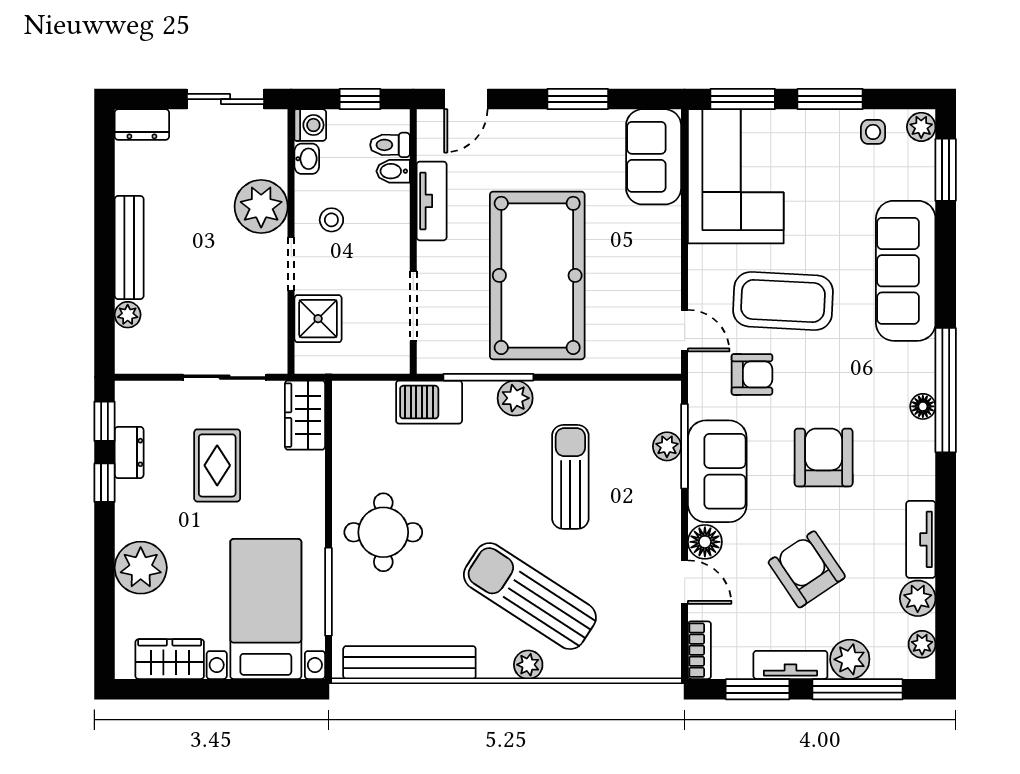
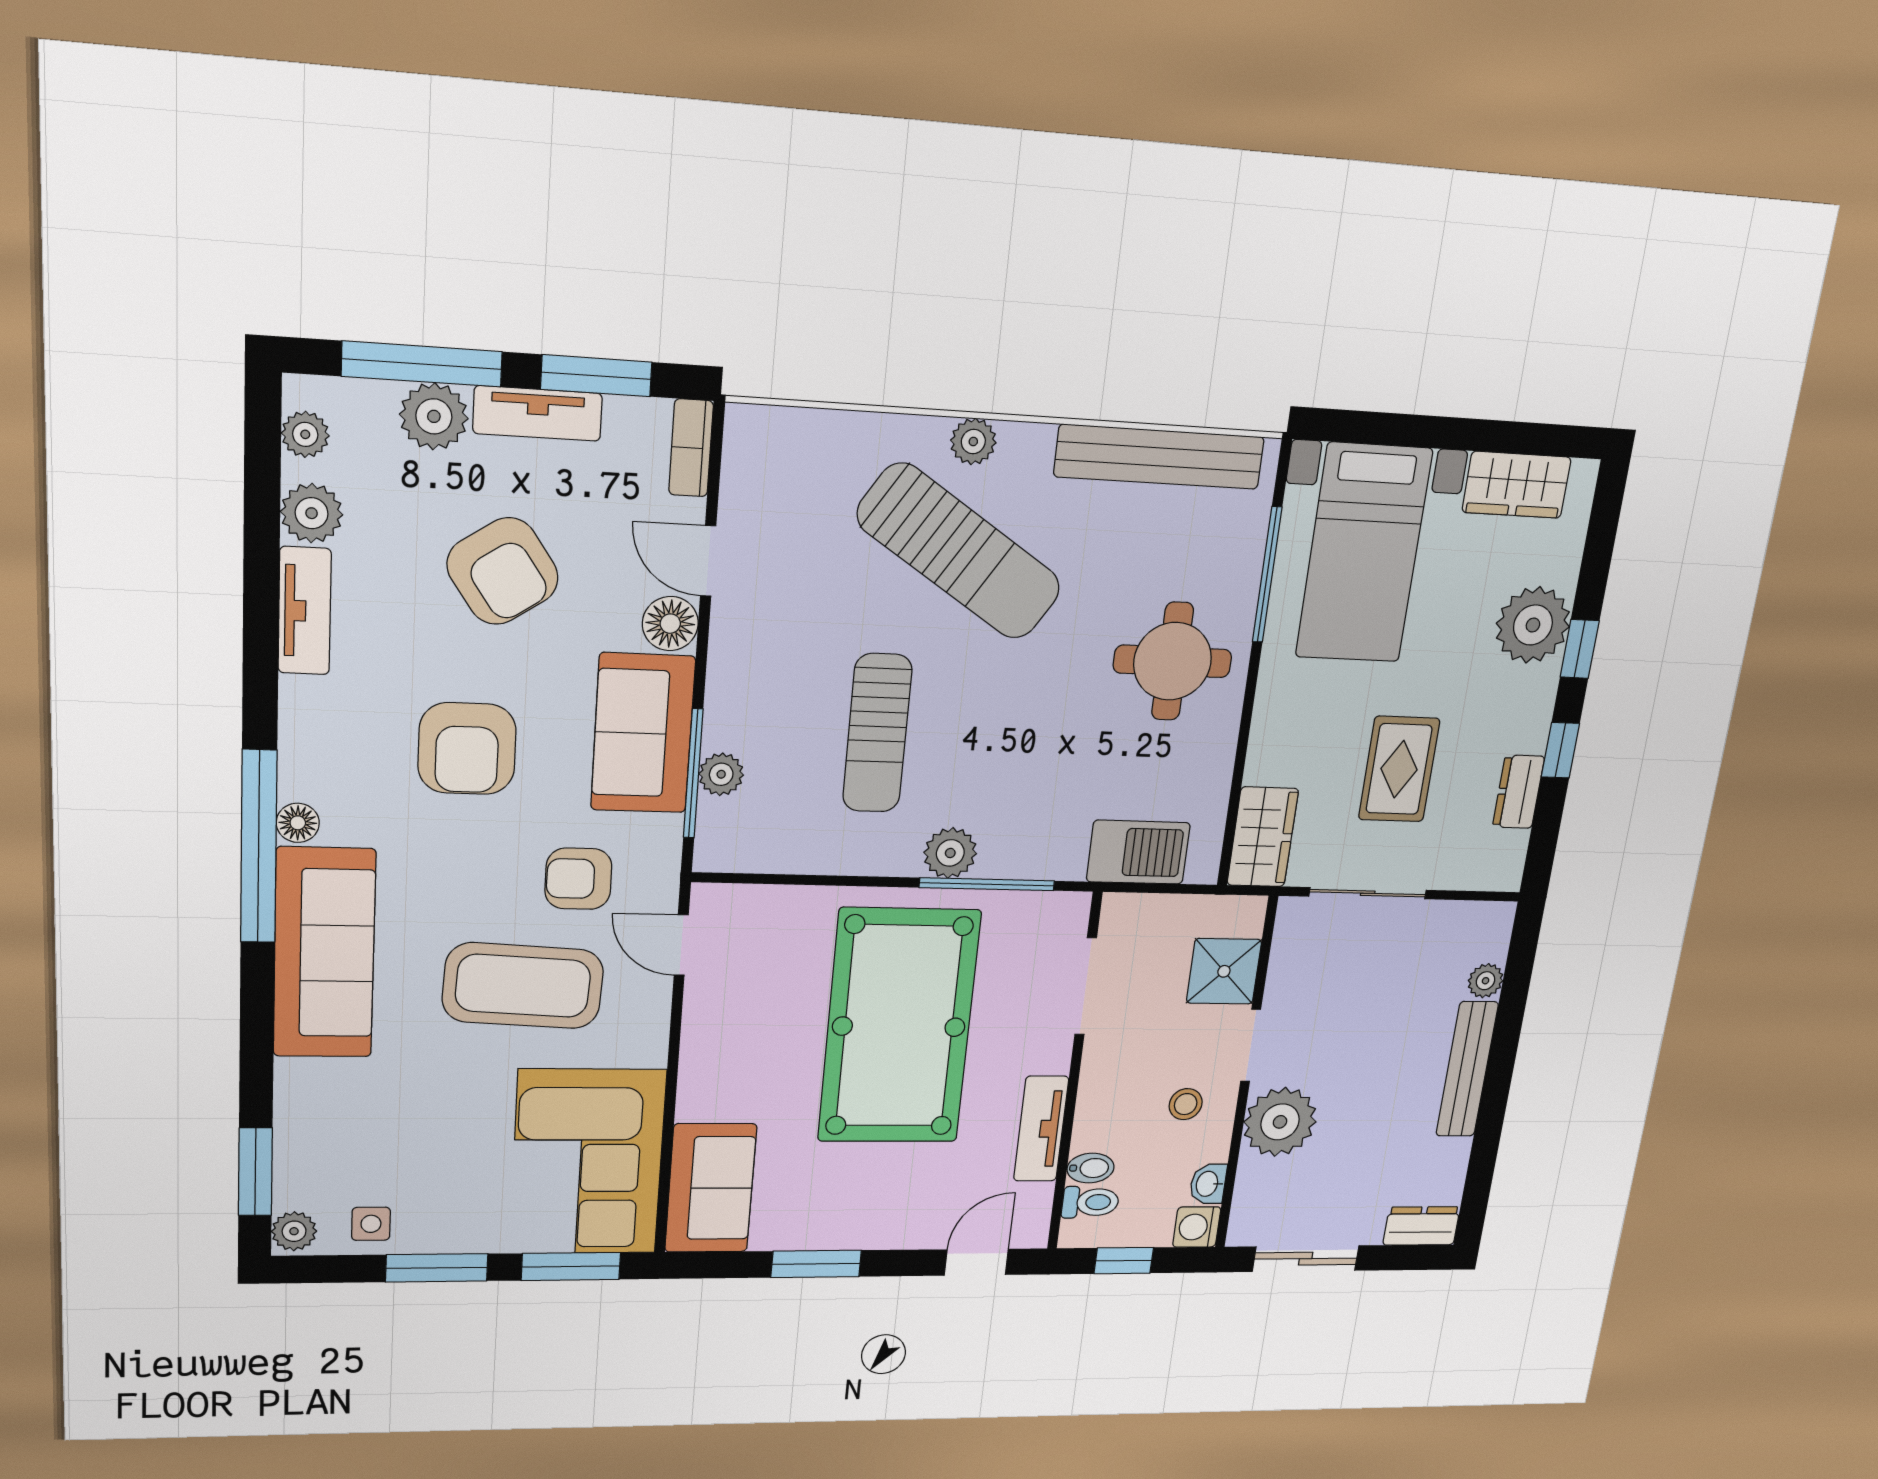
sofa: (906, 271) -> (324, 953), moved
barbecue: (429, 402) -> (1138, 852), moved
window: (105, 421) -> (1580, 649), moved

